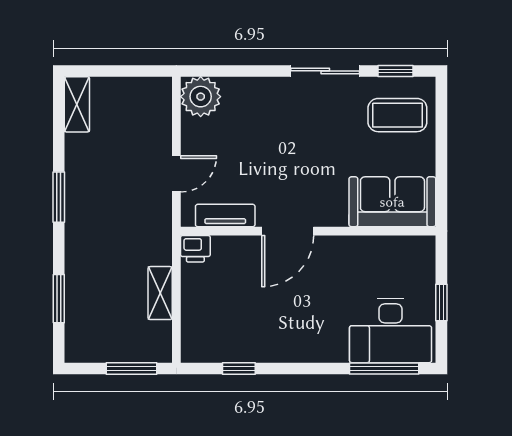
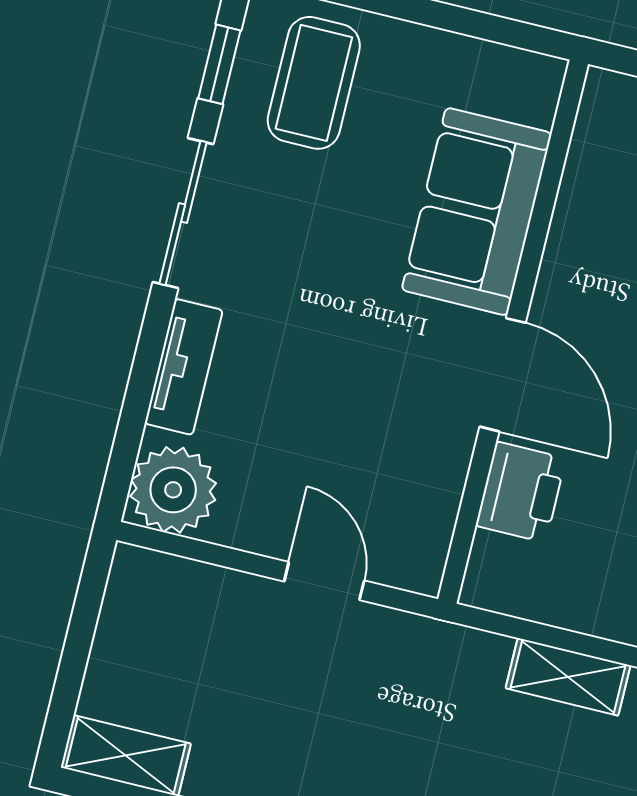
sofa: (392, 202) -> (477, 212), moved
tv unit: (225, 215) -> (184, 367), moved, turned 180
printer: (195, 249) -> (521, 492), moved, width x1.36, depth x1.24

